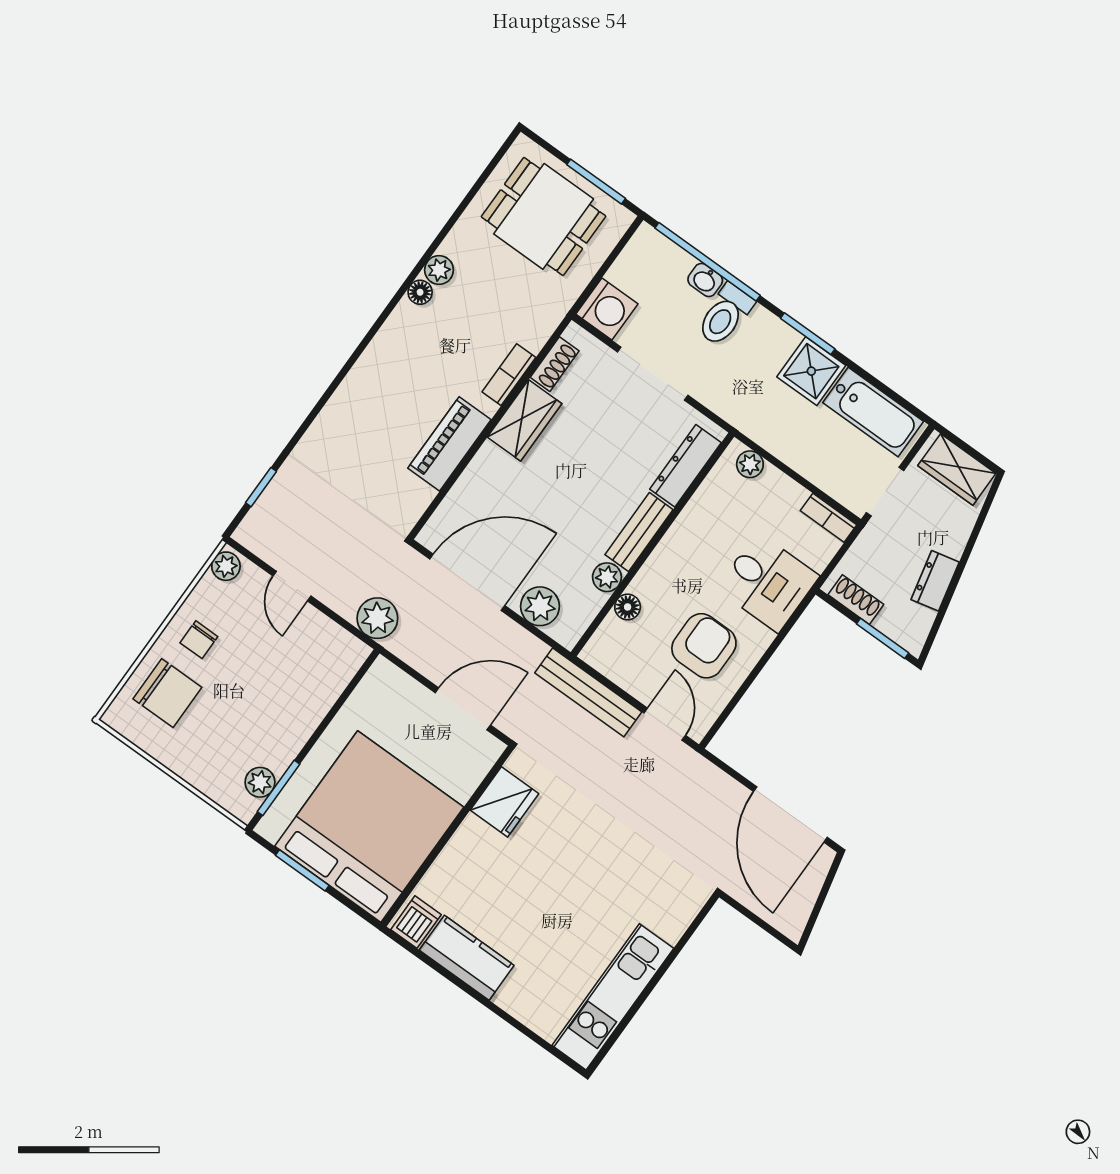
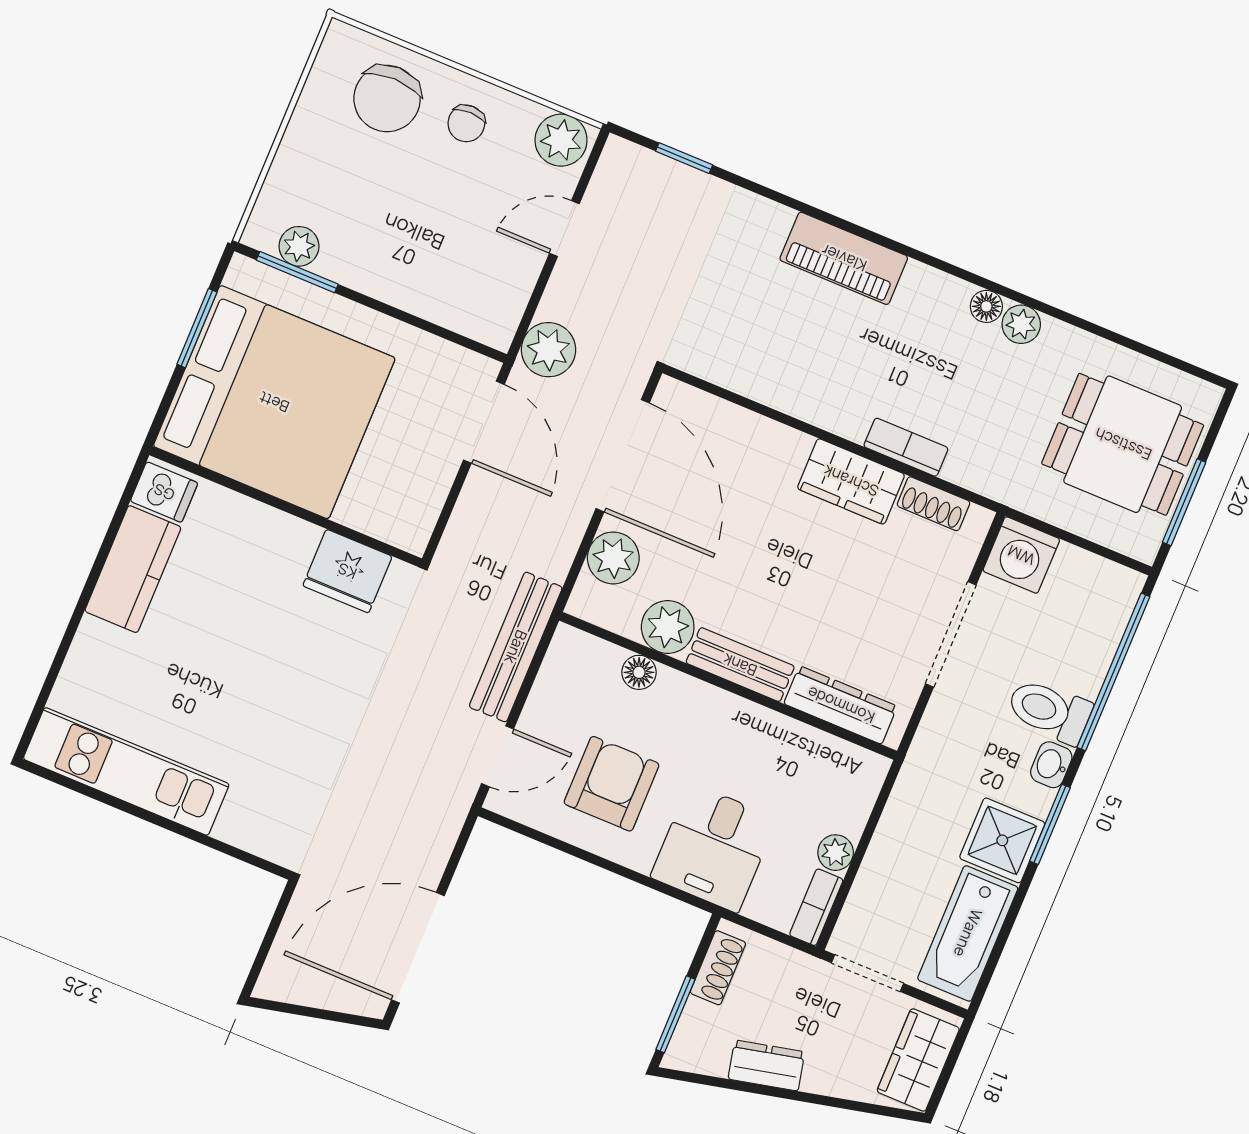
dining table: (544, 216) -> (1123, 444), turned 90
washbasin: (705, 280) -> (1051, 765), moved
piano: (449, 444) -> (844, 258), moved, turned 180
plant: (750, 464) -> (836, 853), moved
plant: (226, 566) -> (561, 140), width x1.38, depth x1.38
plant: (607, 577) -> (668, 627), width x1.38, depth x1.38
chair: (199, 640) -> (466, 123), turned -90
armchair: (704, 646) -> (612, 784), turned -90
door: (463, 709) -> (484, 422), moved

